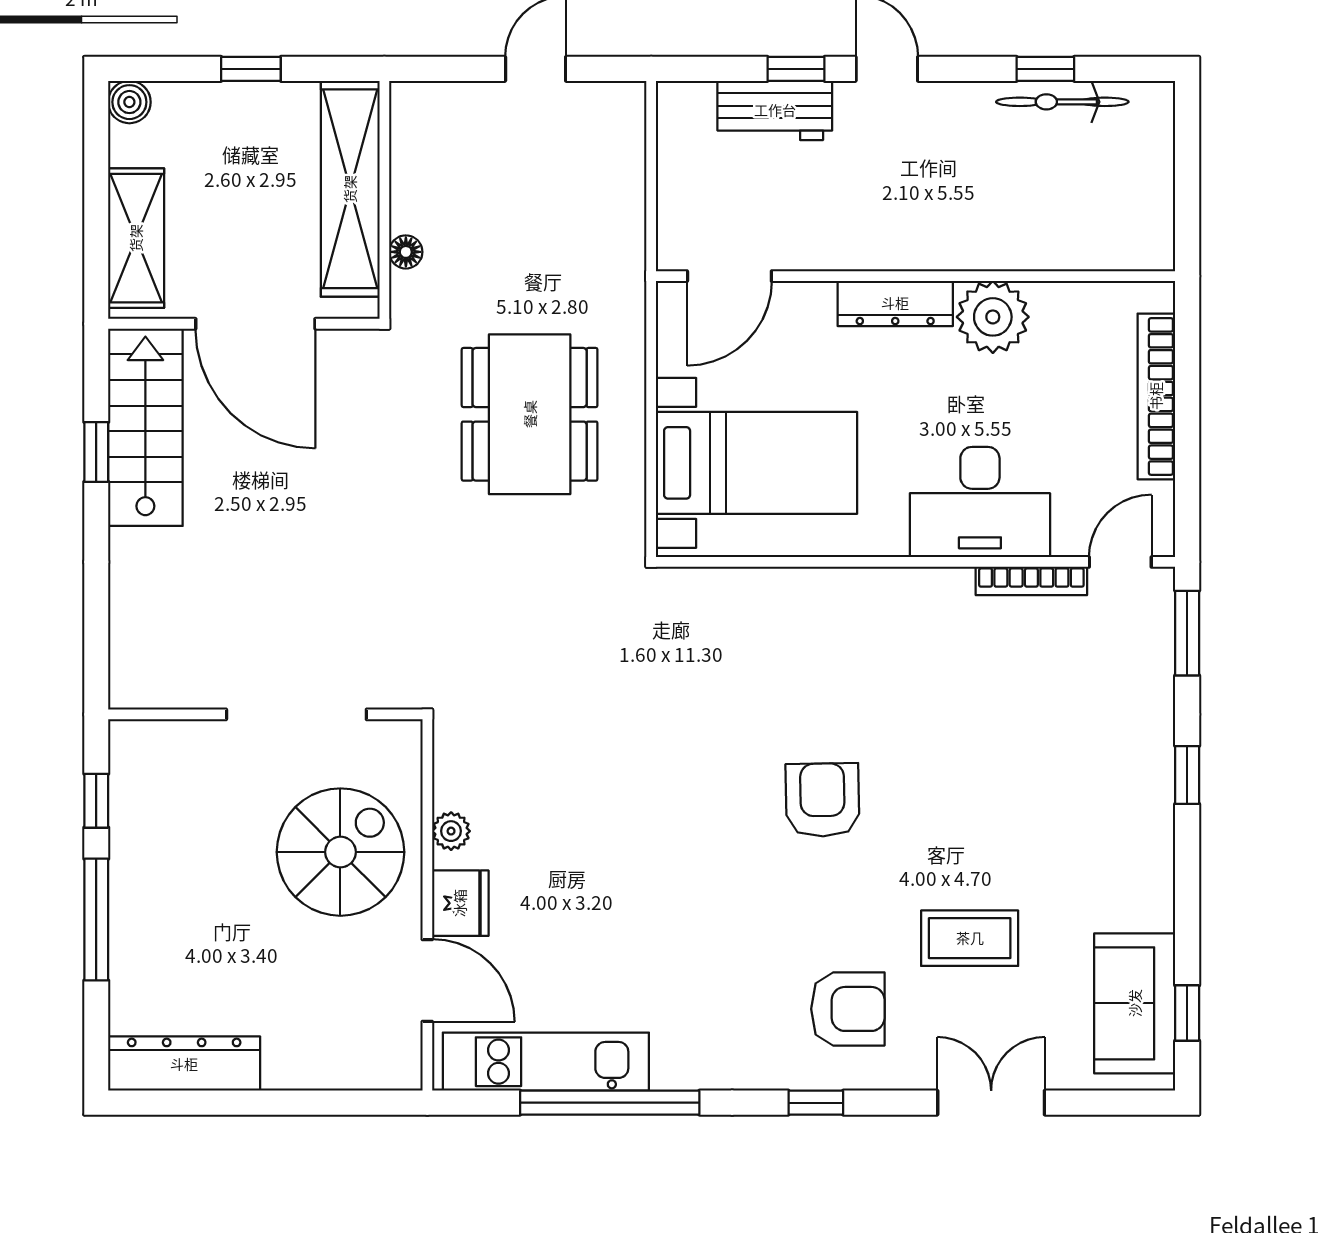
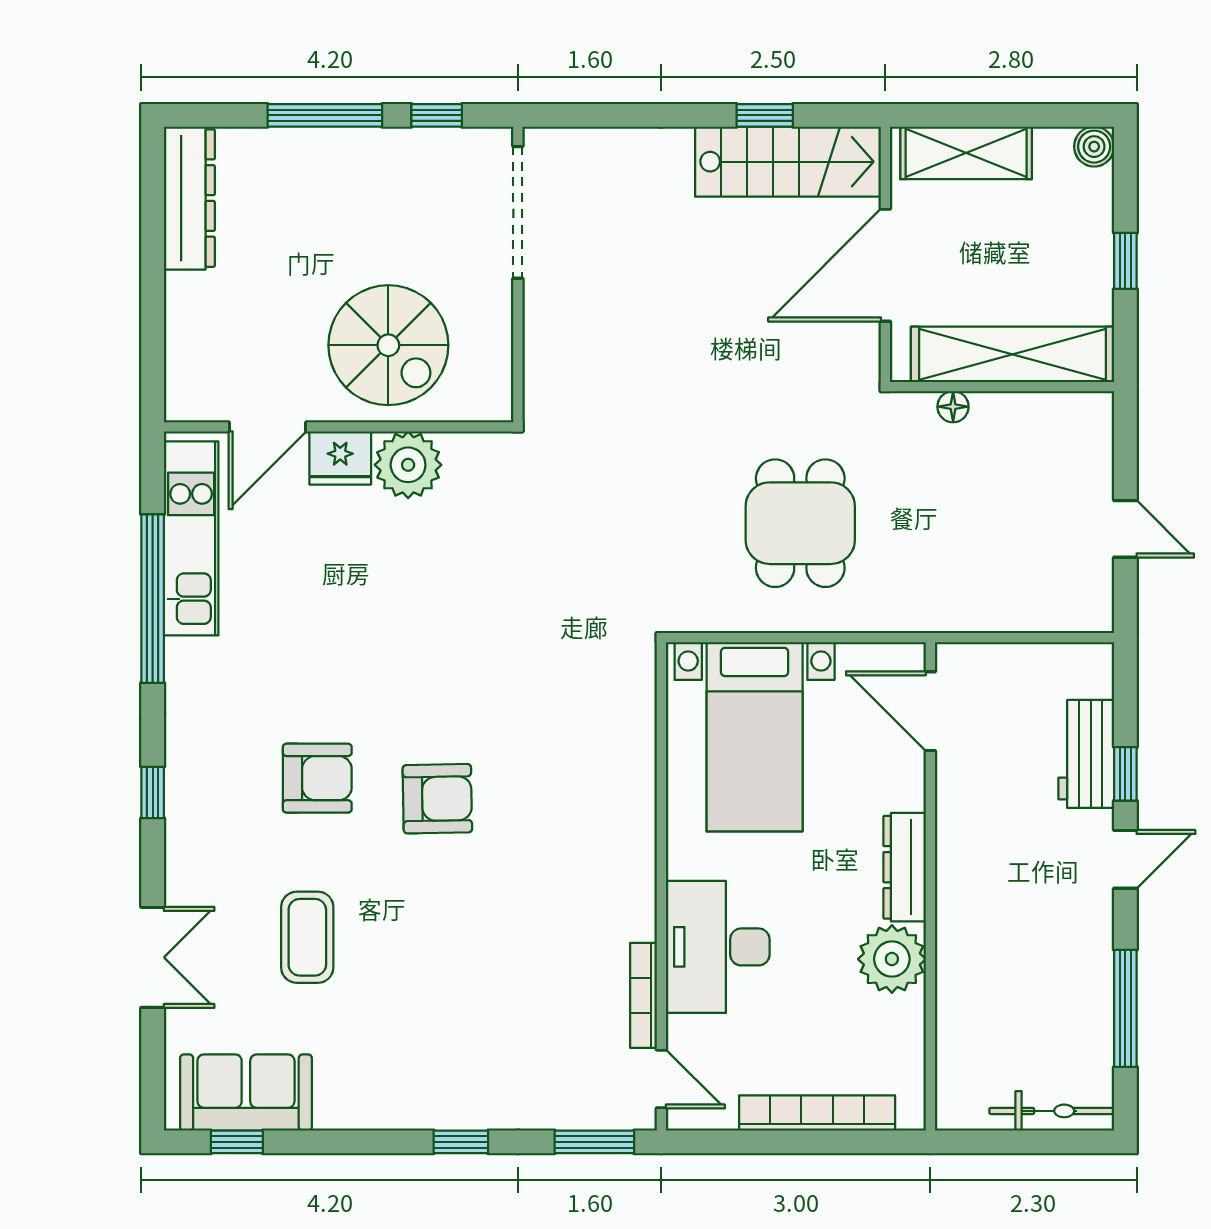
window: (1045, 69) -> (1125, 1008), width x2.17
bicycle: (1062, 102) -> (1052, 1111), moved, turned 90
dining table: (530, 414) -> (800, 523), width x0.73
doorway: (296, 714) -> (518, 212), moved
plant: (451, 831) -> (408, 465), width x1.88, depth x1.88
armchair: (848, 1009) -> (317, 778), moved, turned -90

